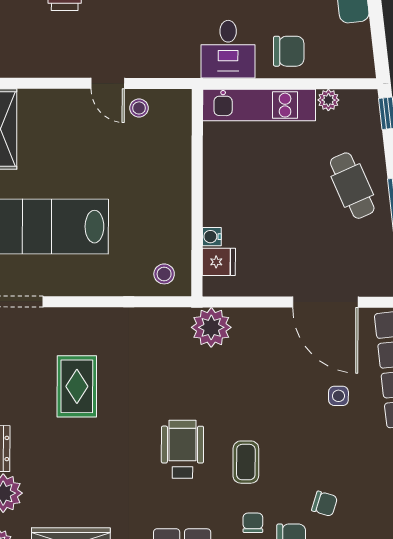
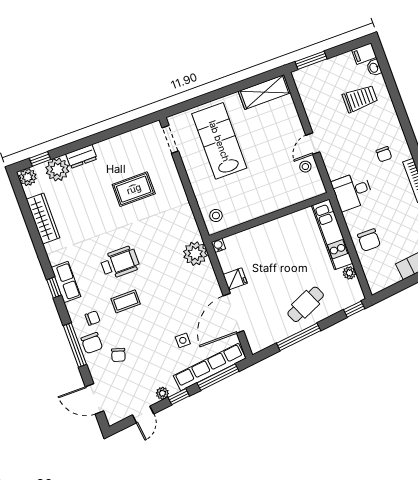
desk: (228, 49) -> (352, 191), moved
water cooler: (212, 237) -> (218, 245), moved
fridge: (219, 262) -> (235, 279), moved, turned -90

